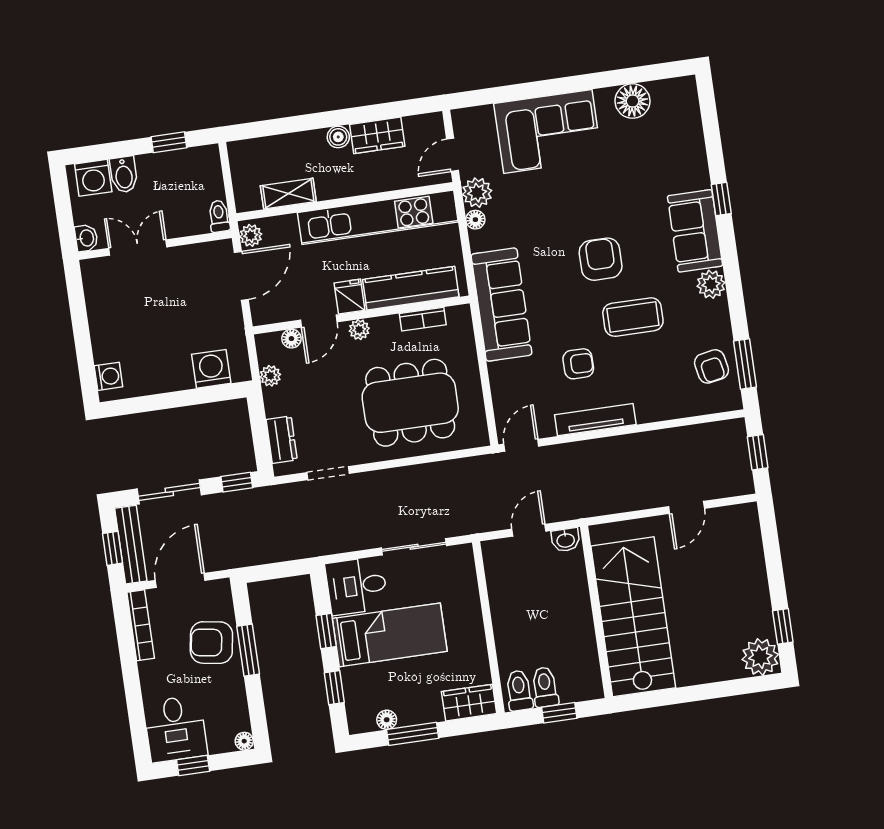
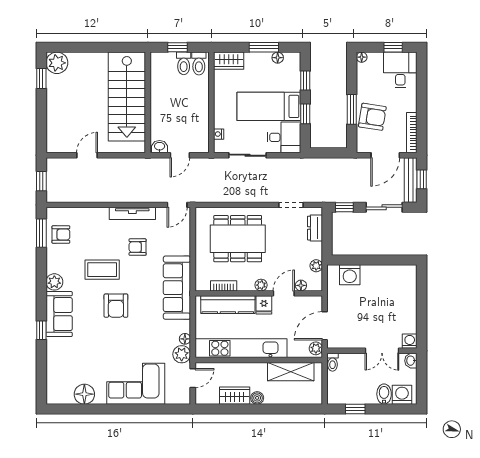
shelving: (288, 194) -> (291, 372), width x1.50, depth x1.33
armchair: (711, 366) -> (61, 234), turned 101
washing machine: (108, 376) -> (410, 341), moved, turned 90
nightstand: (468, 576) -> (219, 134), added

